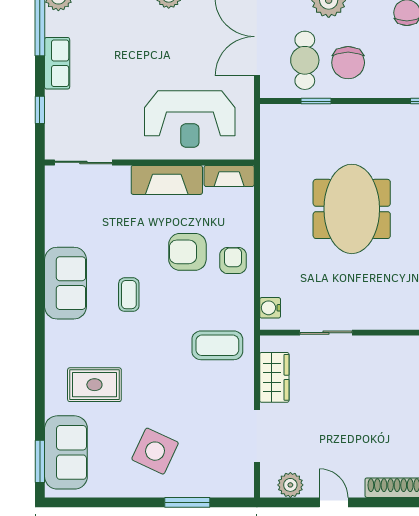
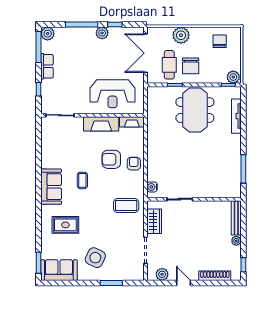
meeting table: (352, 209) -> (195, 110), moved
sofa: (65, 283) -> (51, 187), moved
sofa: (66, 452) -> (59, 270), moved, turned -90

